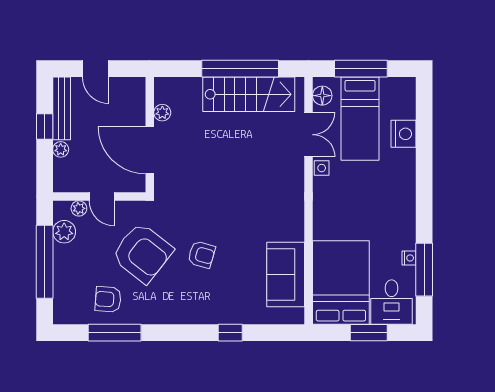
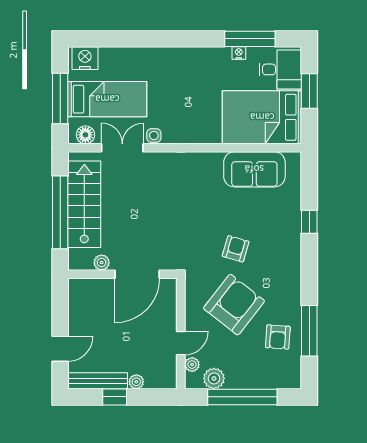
plant: (162, 113) -> (102, 263), moved
nightstand: (404, 134) -> (85, 58), moved
wall: (150, 135) -> (122, 274), moved
door: (150, 150) -> (137, 274), moved

